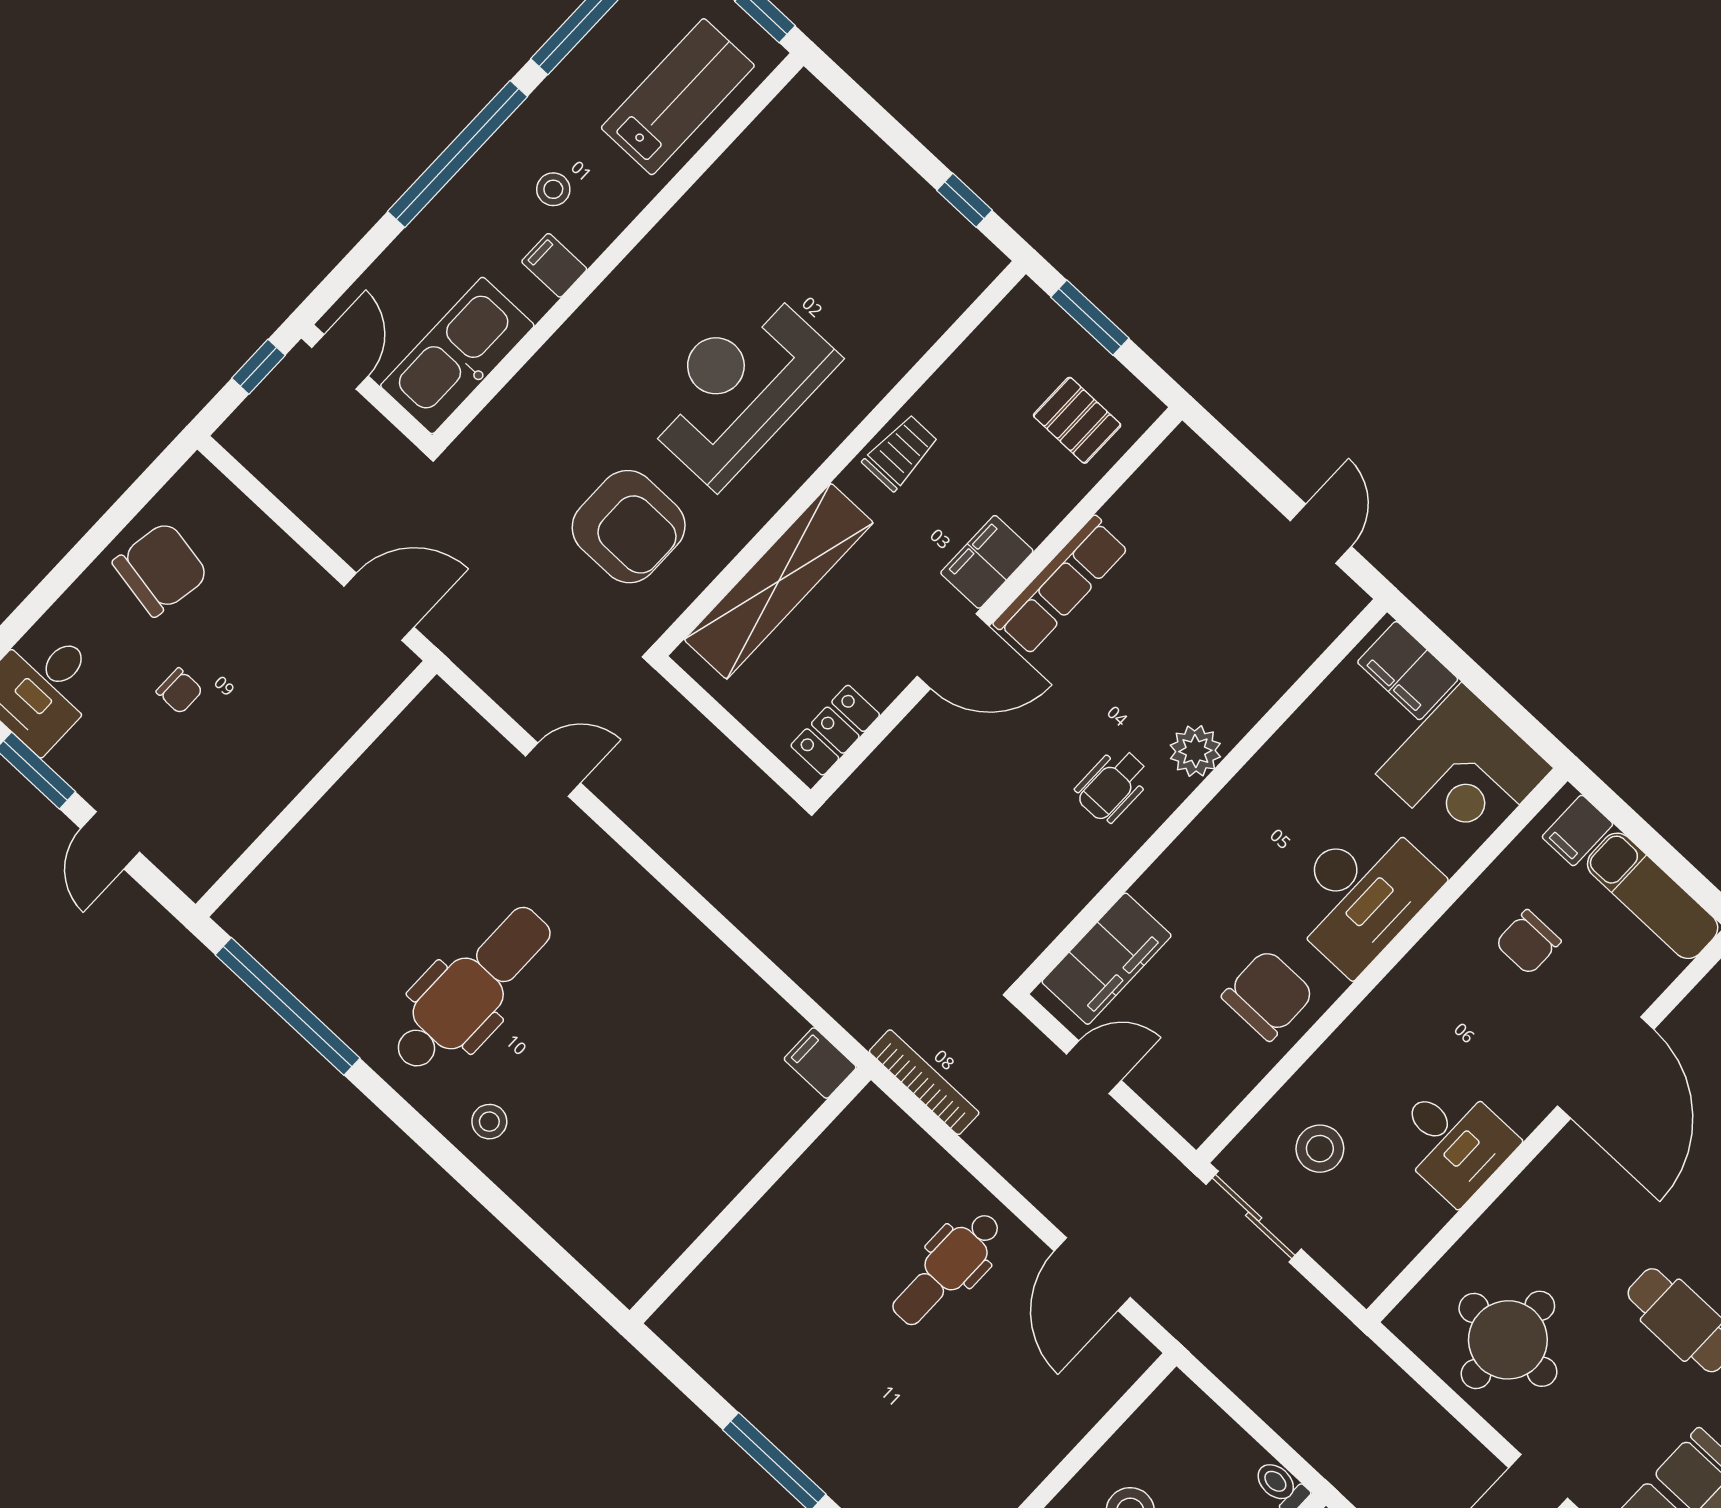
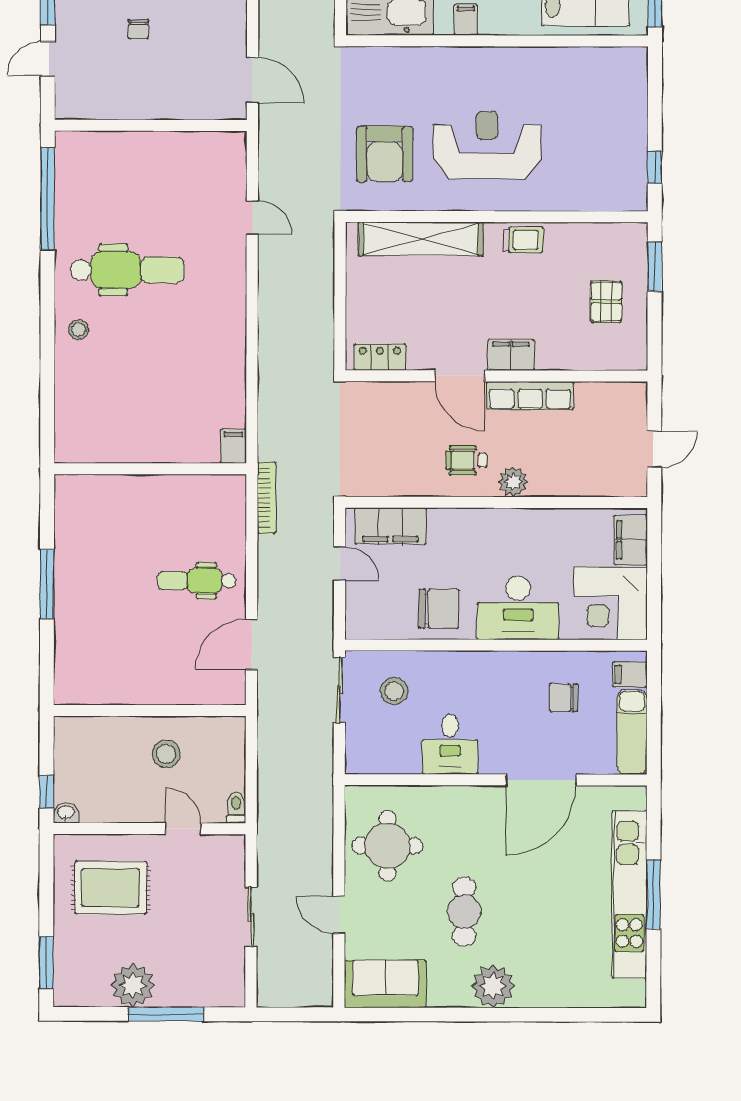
filing cabinet: (987, 562) -> (511, 355), moved
row of seats: (1061, 585) -> (530, 396), moved
wall: (997, 605) -> (496, 376), moved
door: (953, 651) -> (460, 376), moved
locker: (835, 730) -> (380, 357), moved

